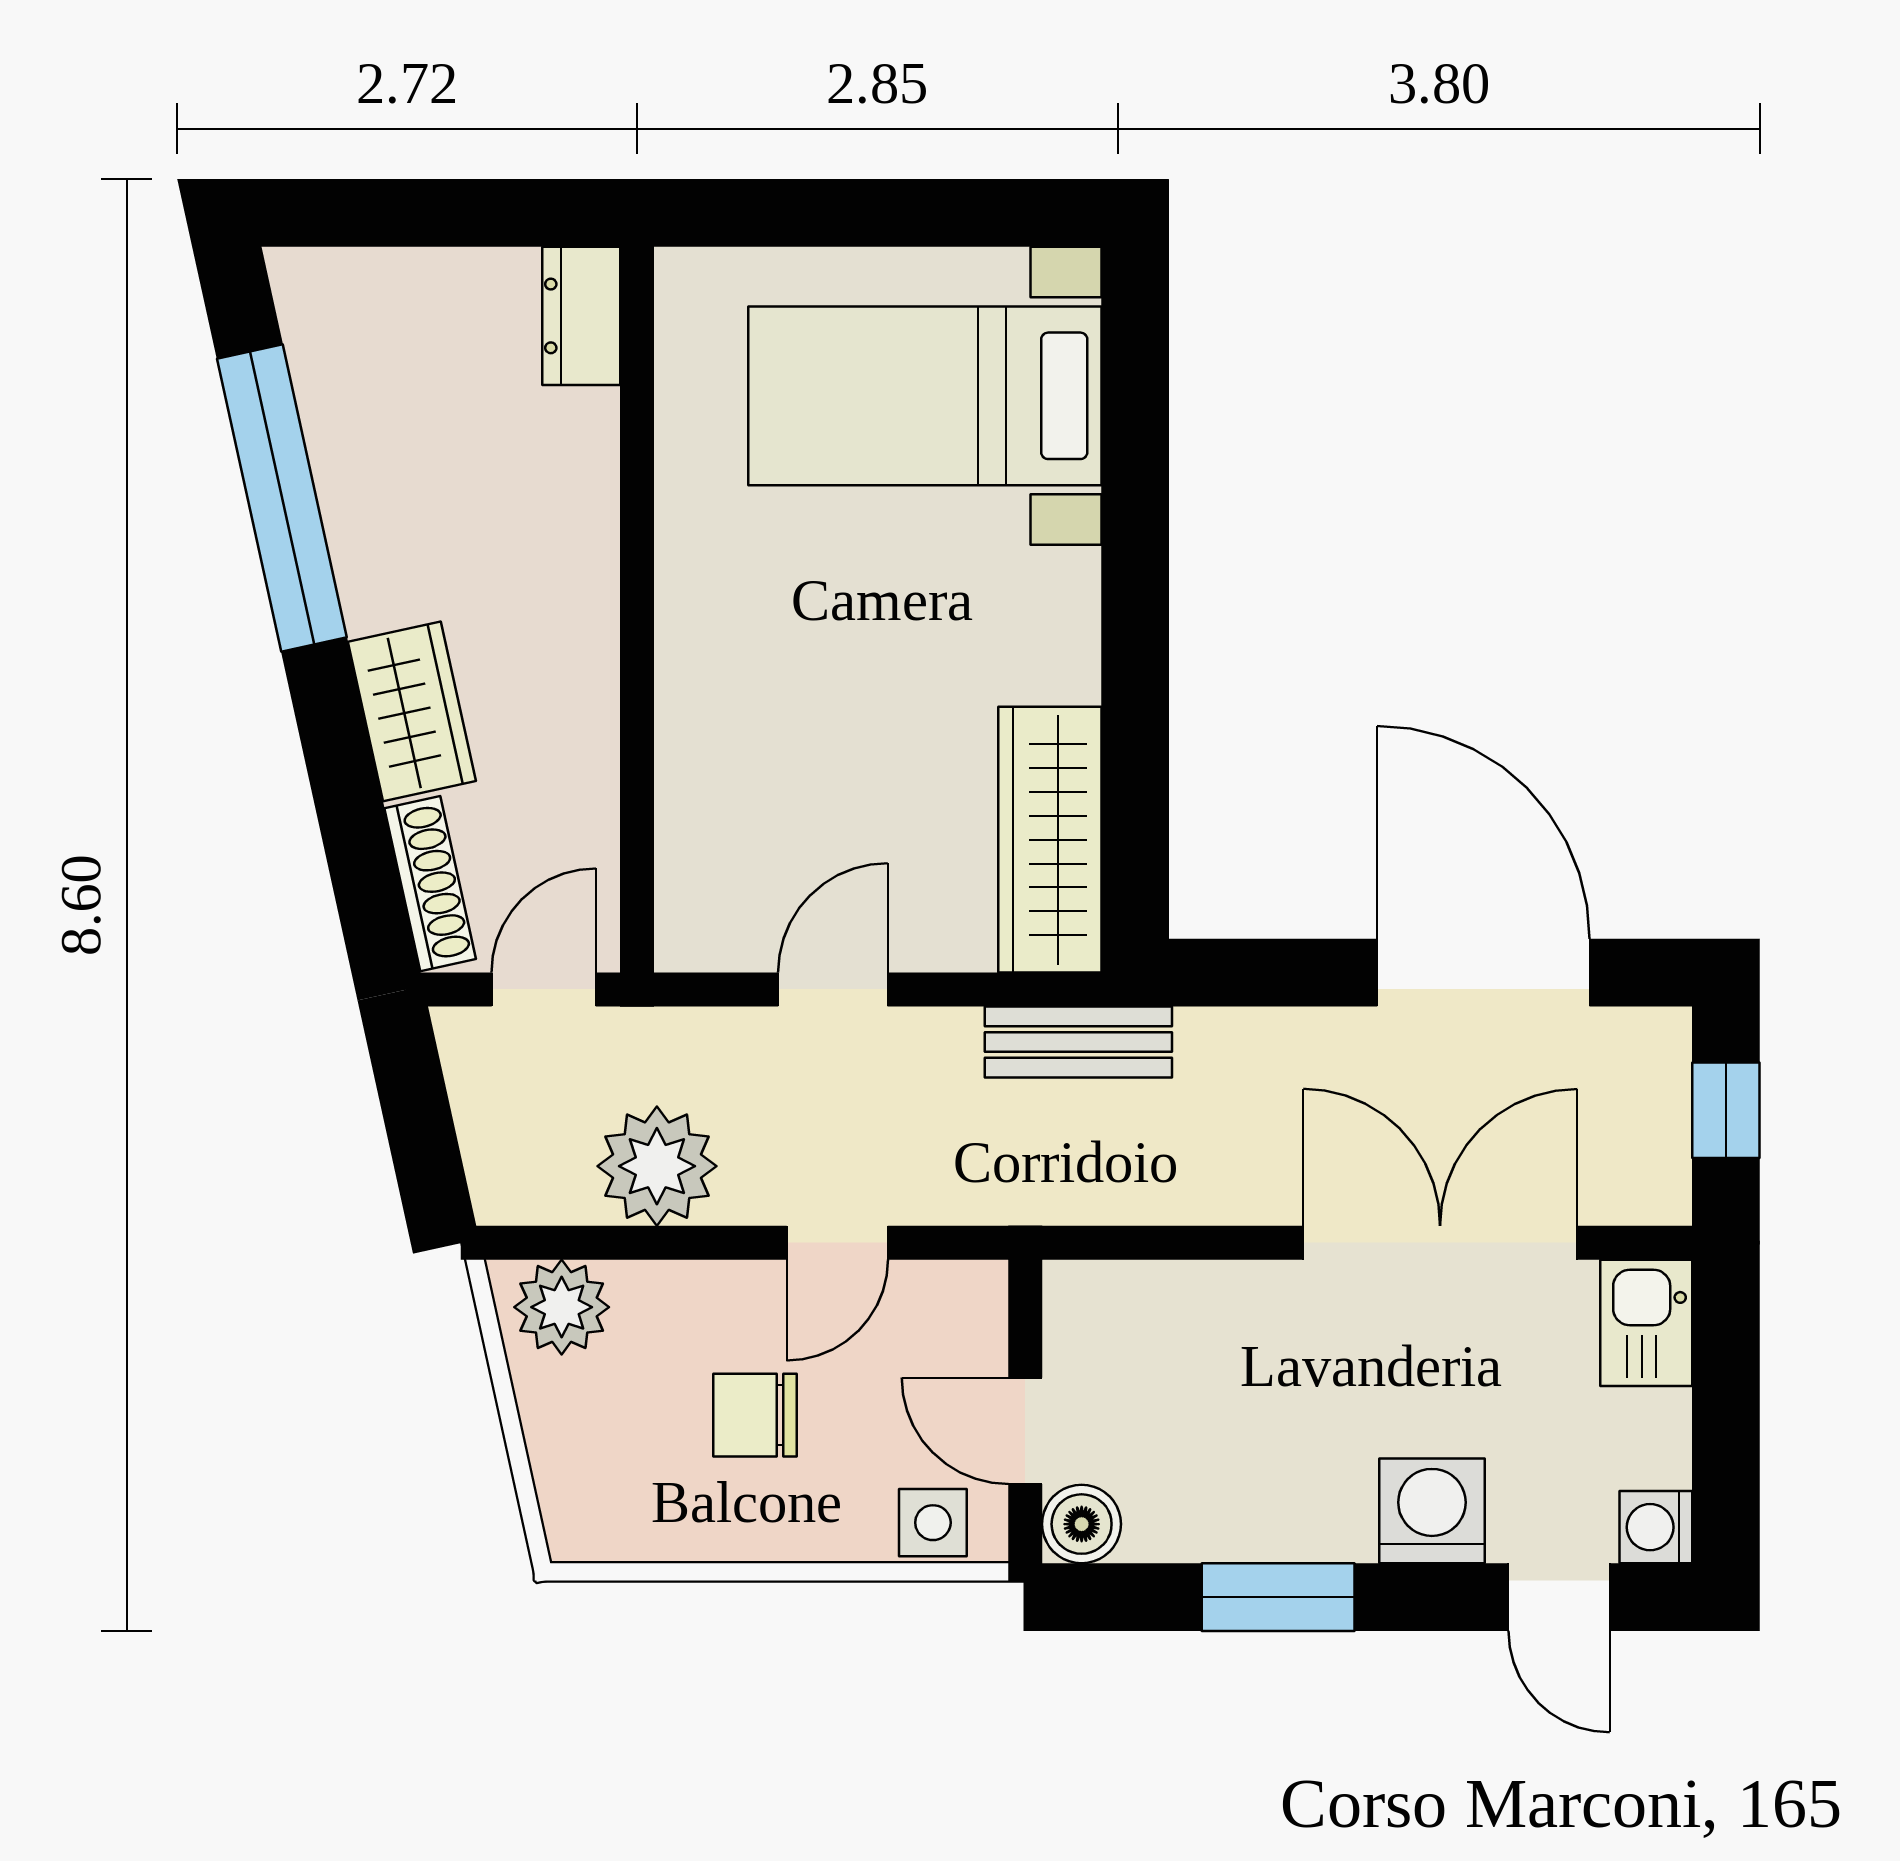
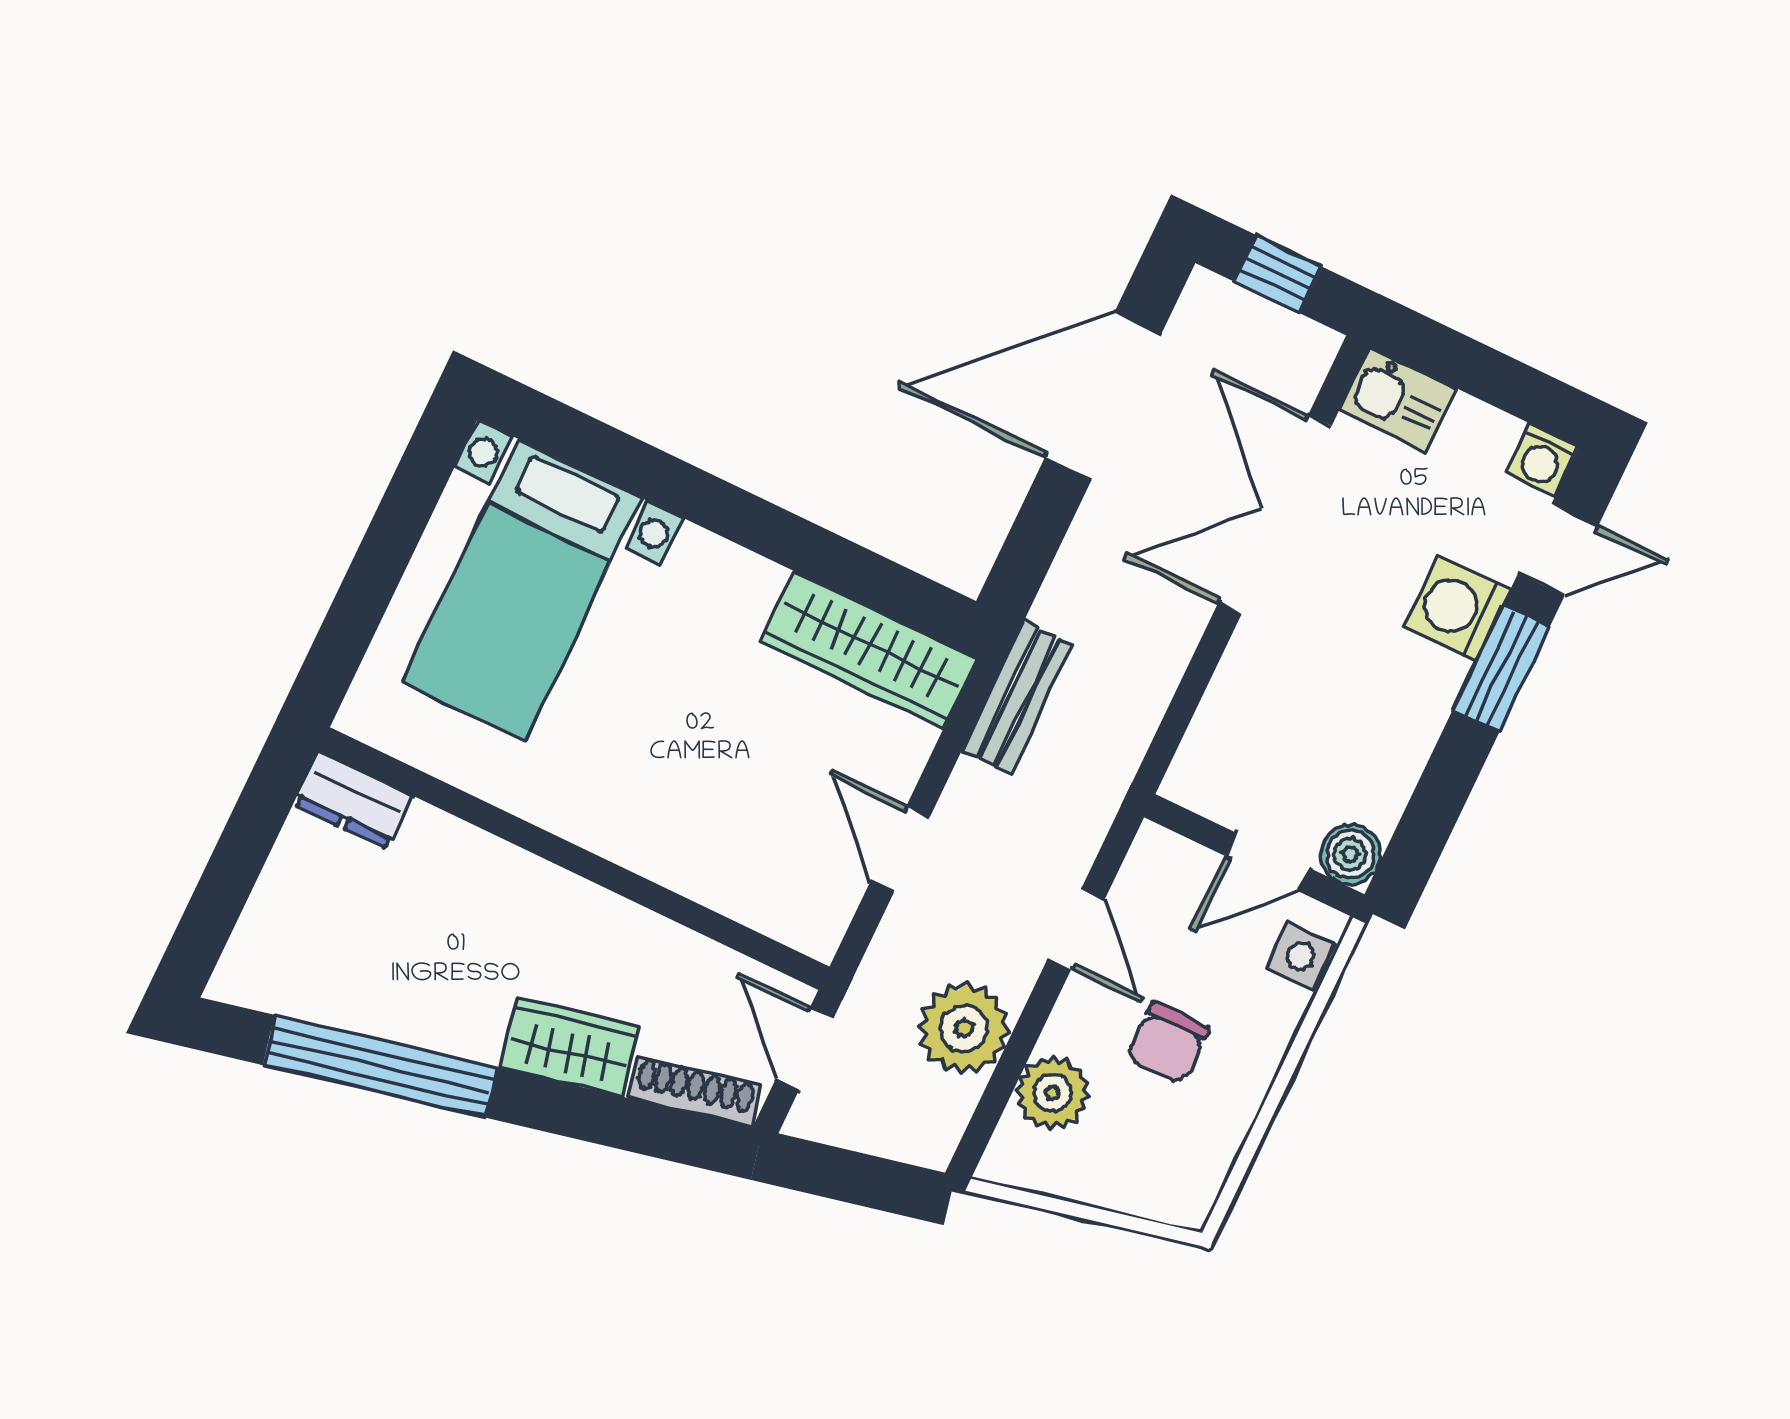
plant: (562, 1307) -> (1052, 1093), moved
window: (1278, 1597) -> (1501, 668), moved

